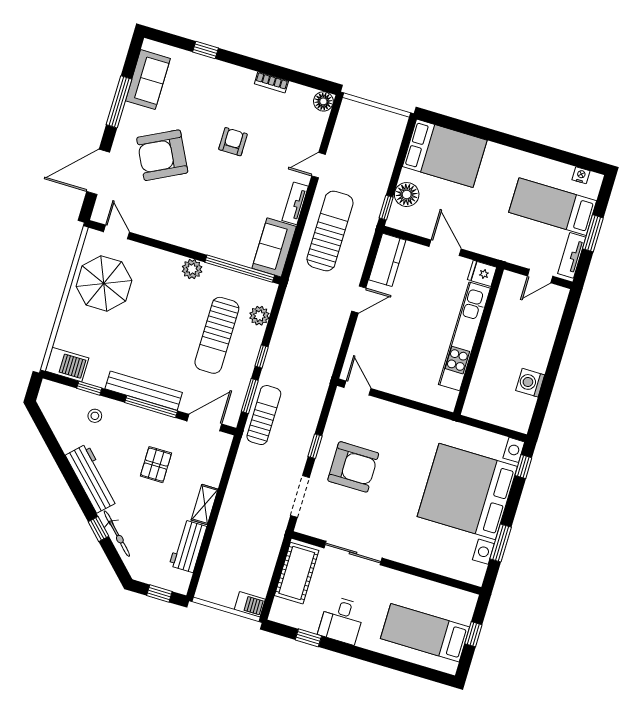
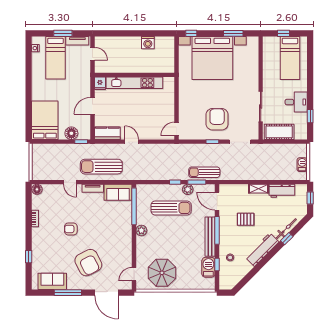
plant: (259, 316) -> (188, 189), moved
barbecue: (67, 365) -> (208, 267), moved
barbecue: (250, 604) -> (302, 165), moved

